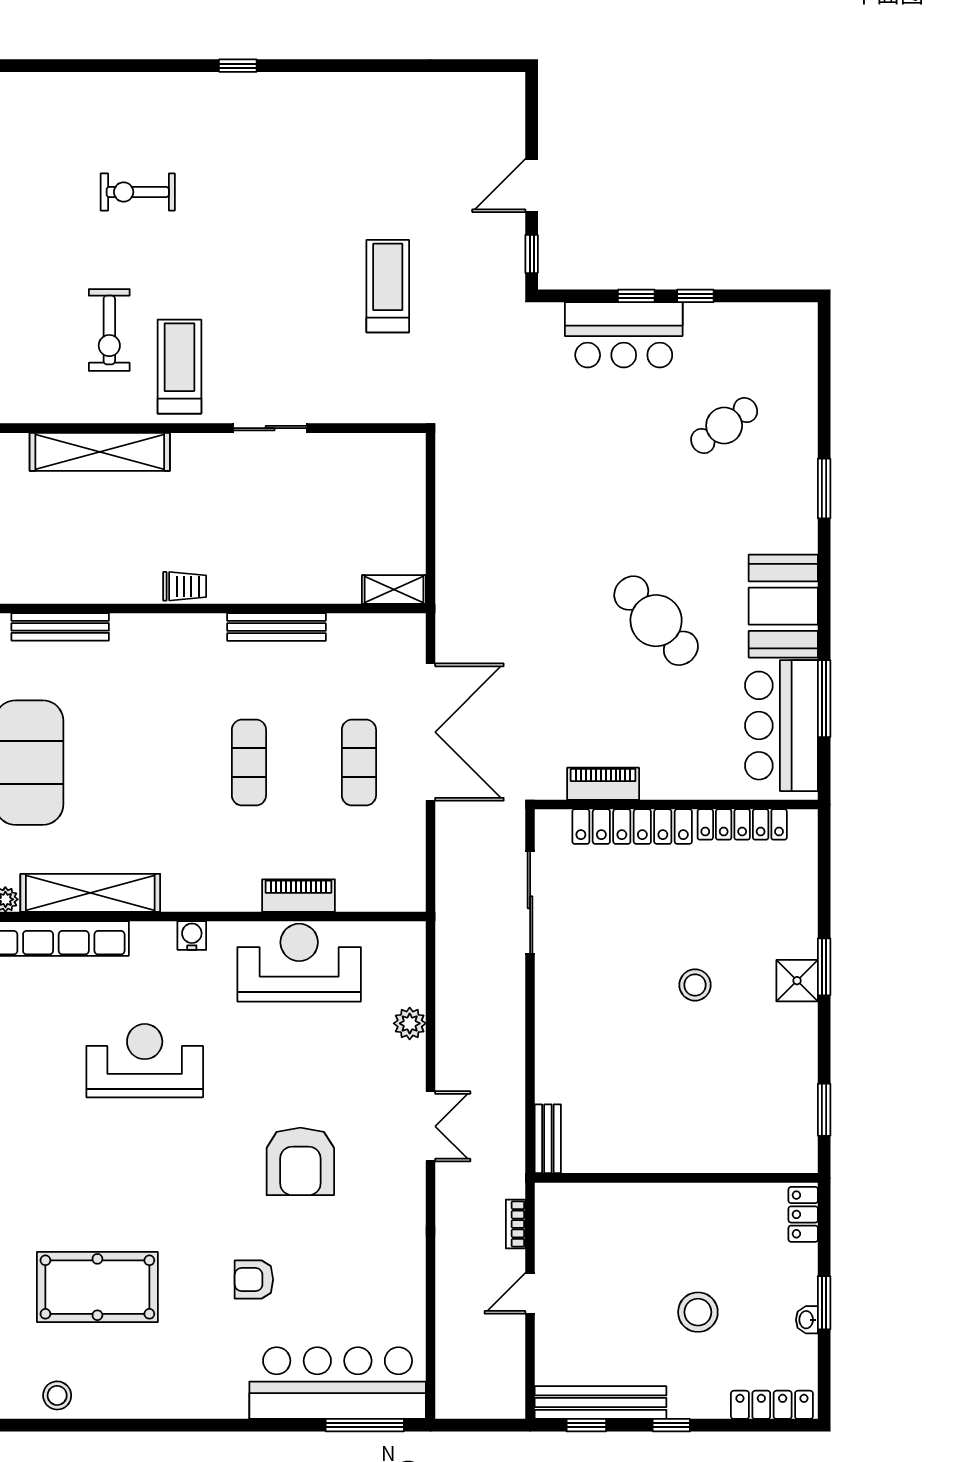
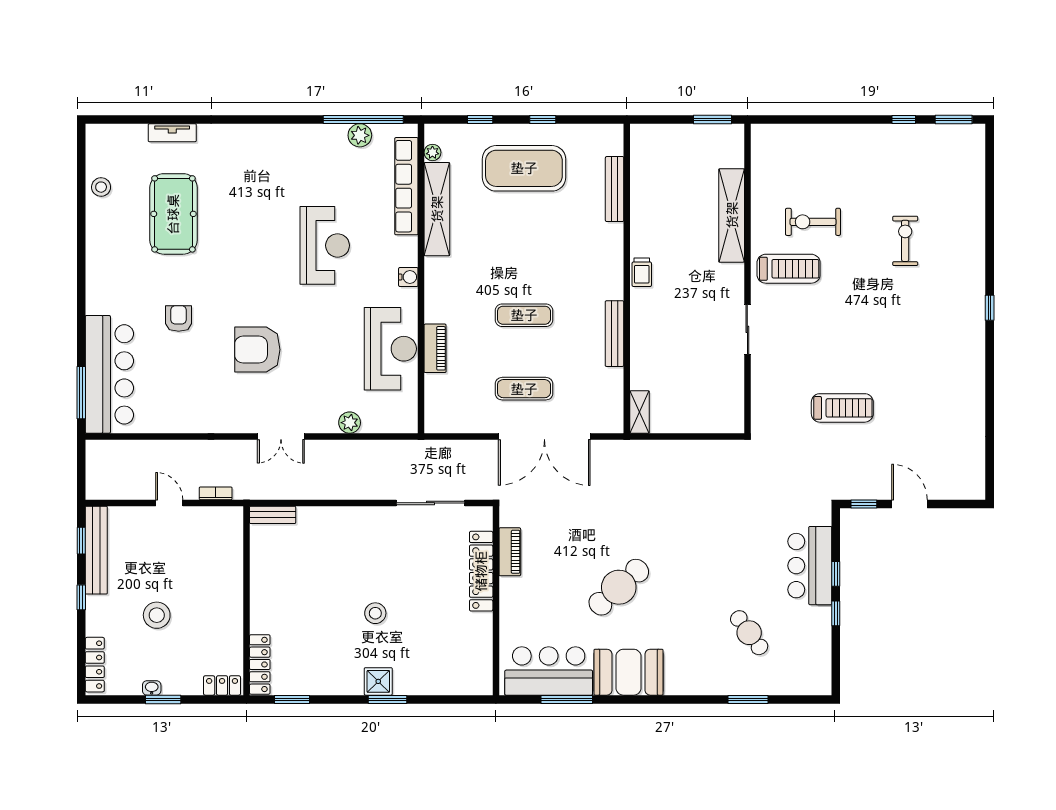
window: (824, 488) -> (748, 699), moved
locker: (742, 824) -> (260, 664), moved, turned 180

